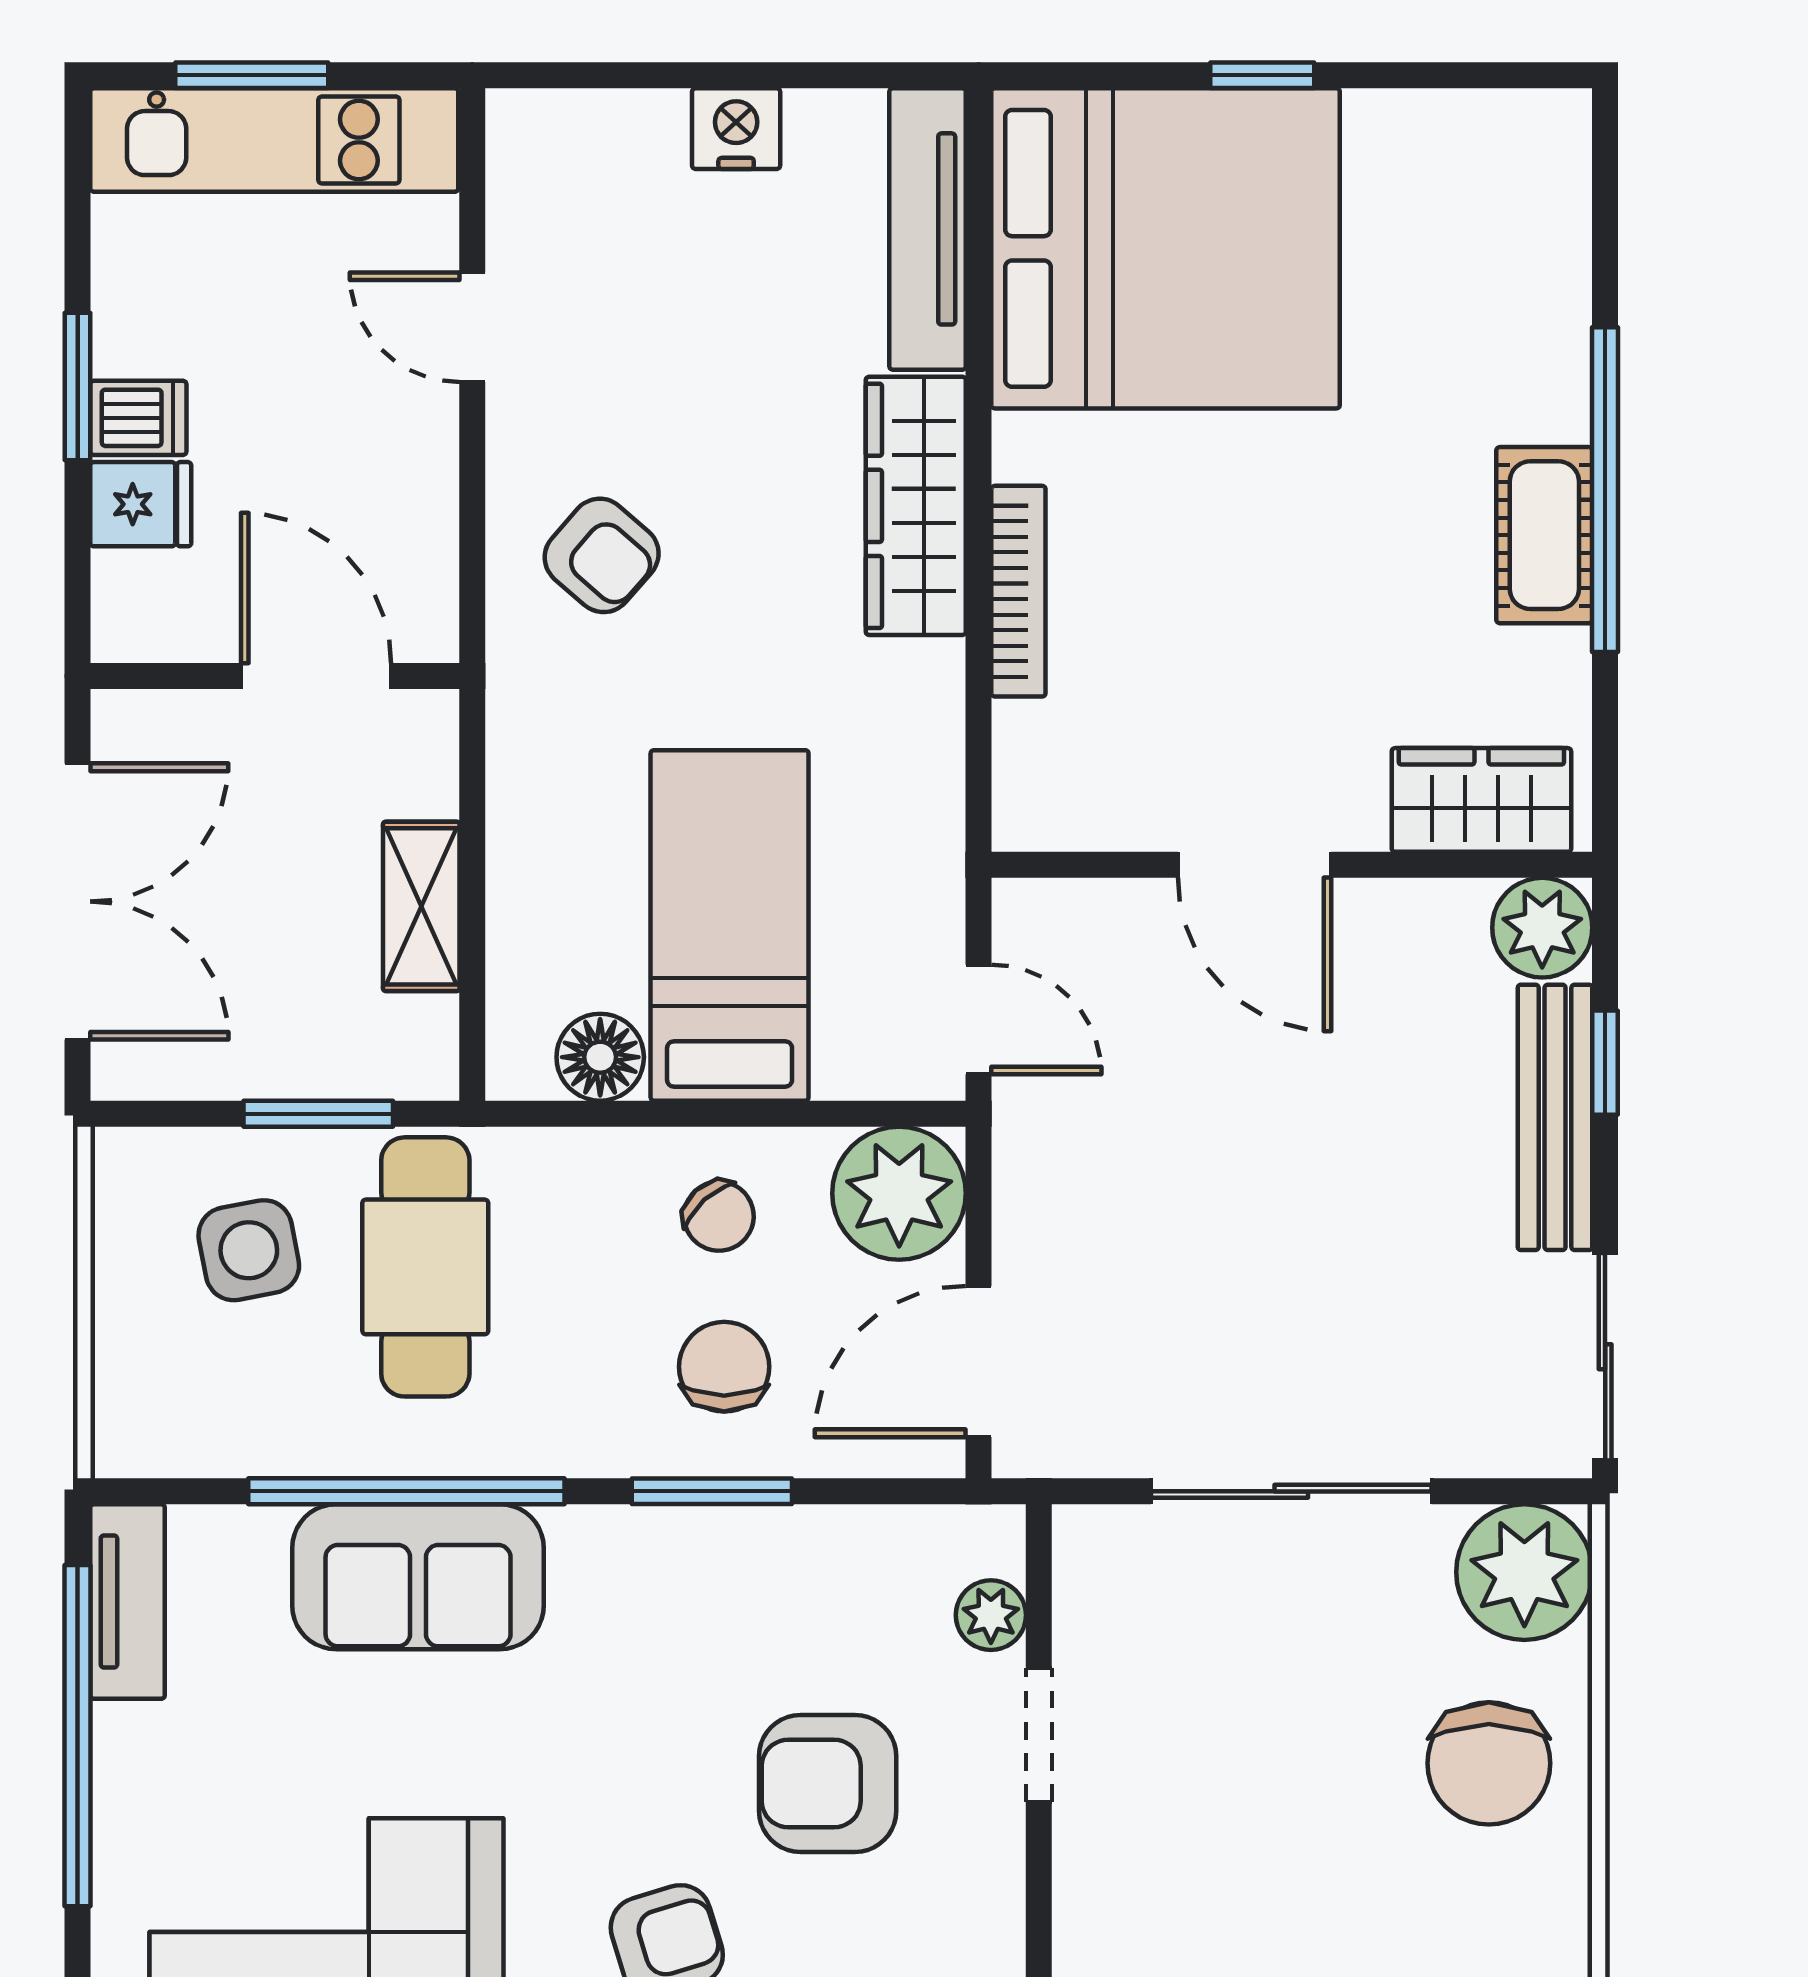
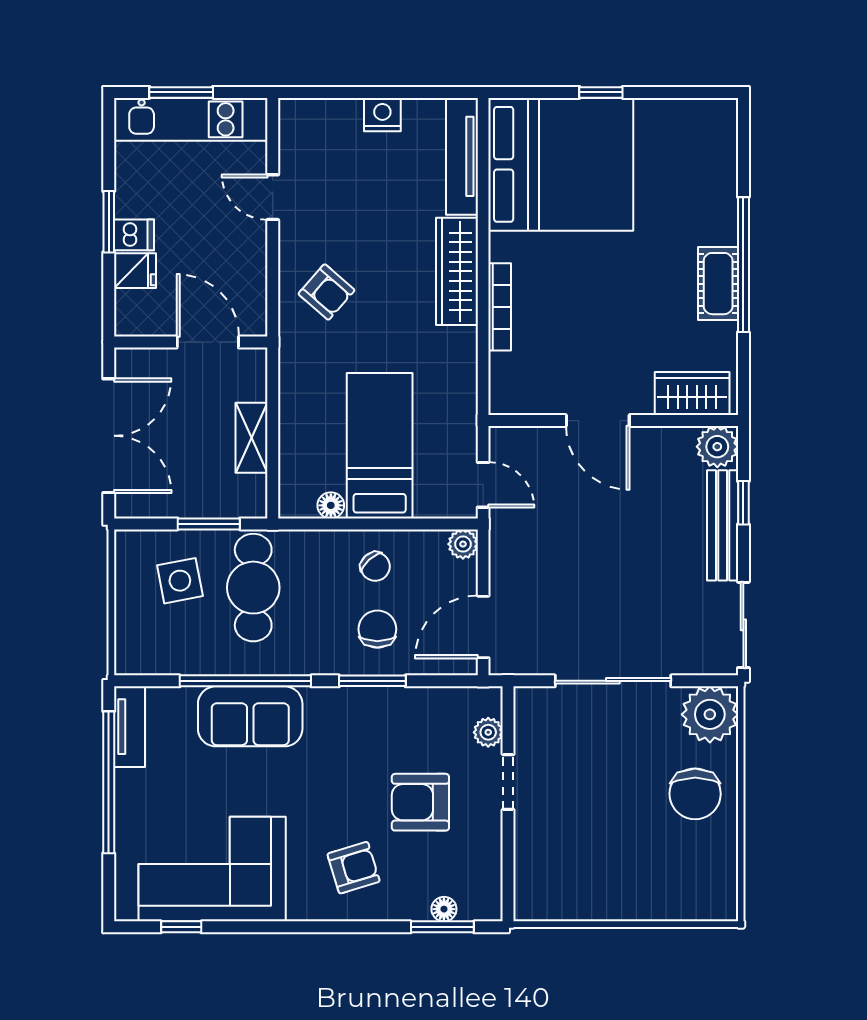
floor lamp: (600, 1057) -> (331, 505), width x0.73, depth x0.73
plant: (899, 1193) -> (463, 544), width x0.53, depth x0.53

